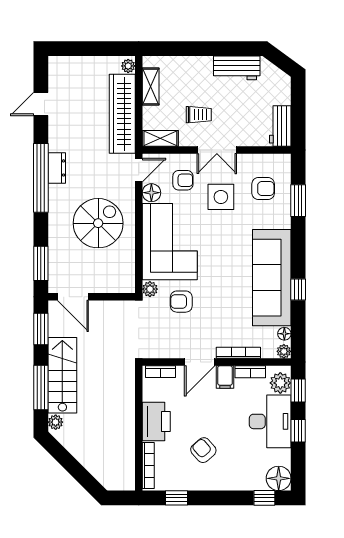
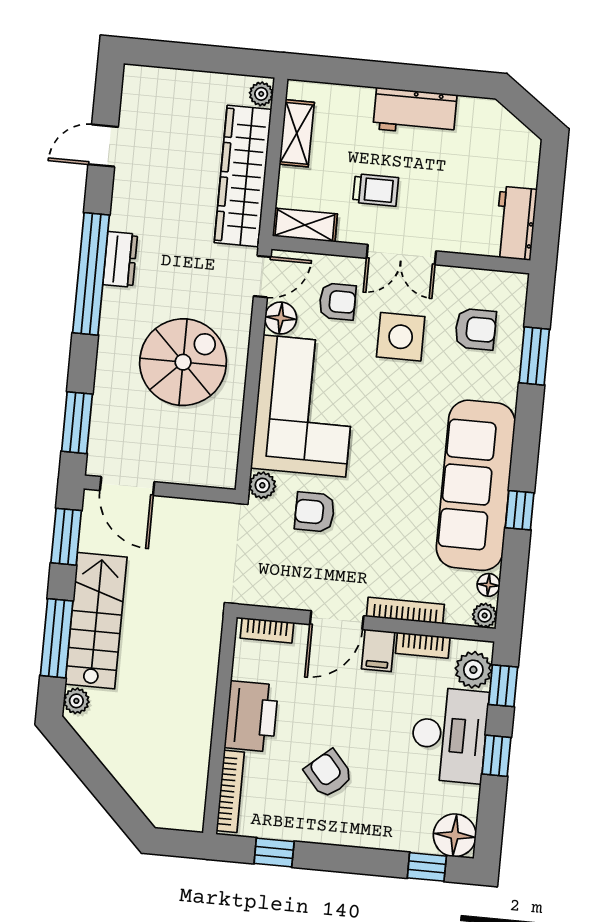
workbench: (237, 68) -> (415, 112), moved

